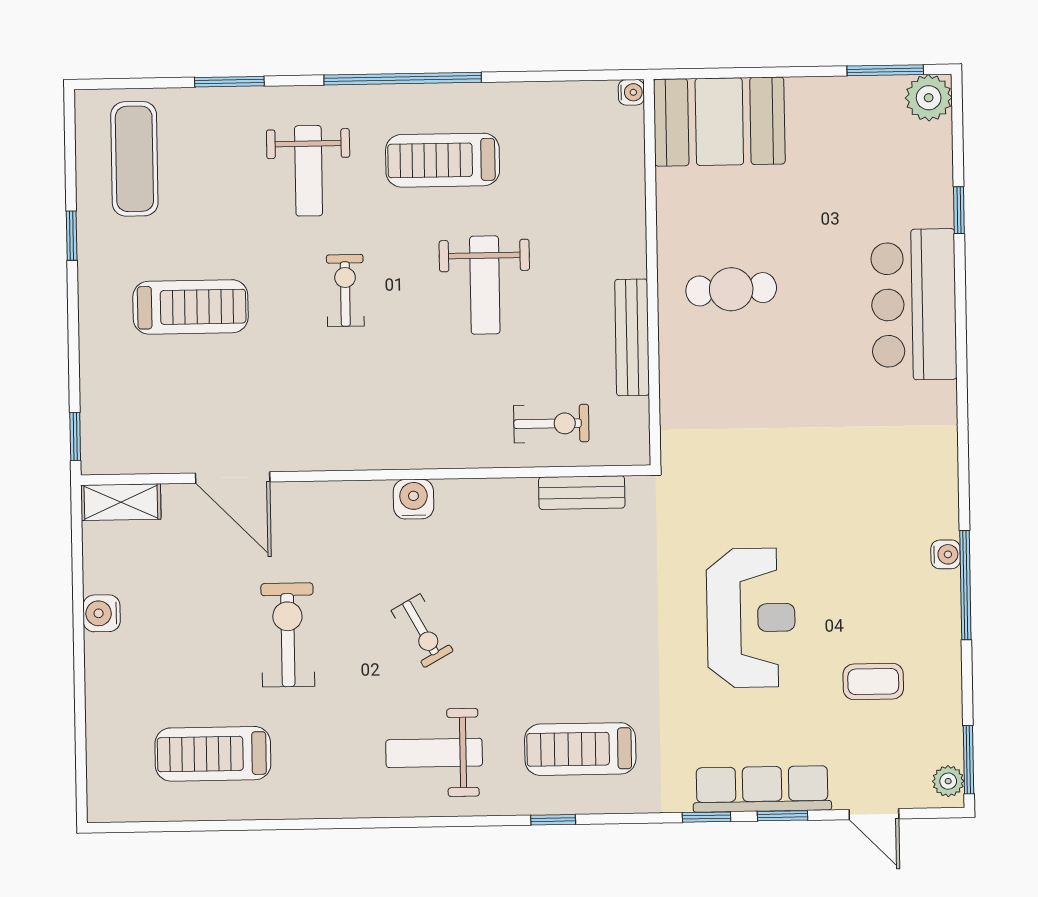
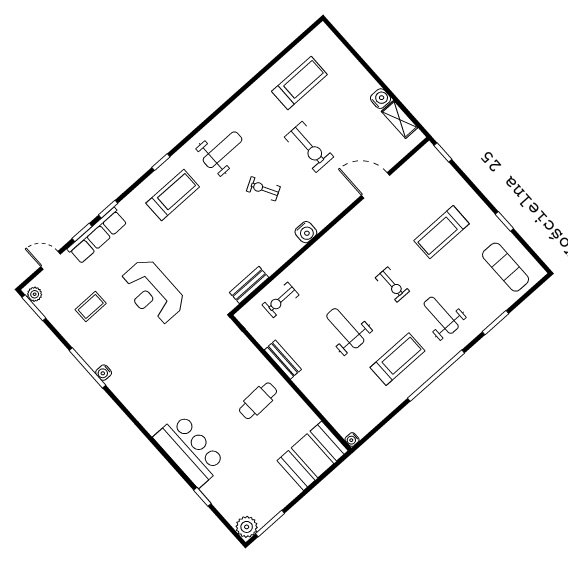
bench: (632, 337) -> (283, 360), width x0.73
shelving: (121, 502) -> (400, 120), moved, turned 90

